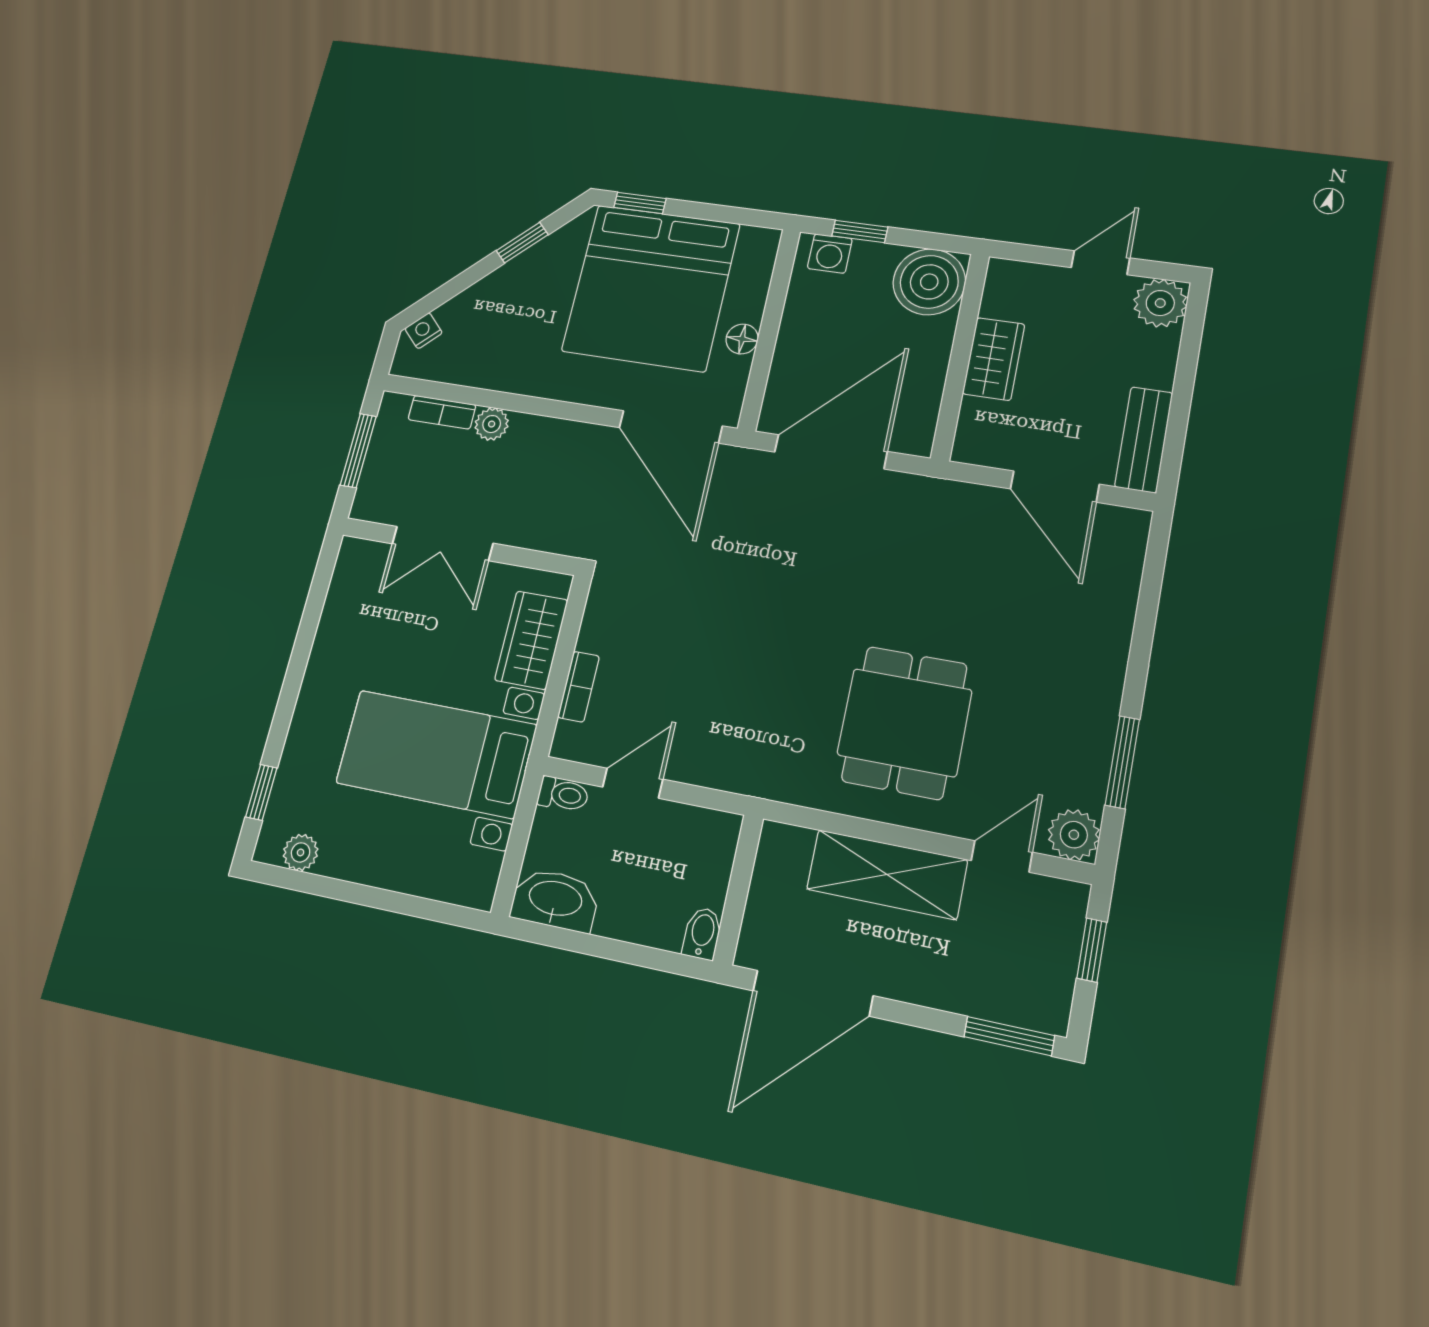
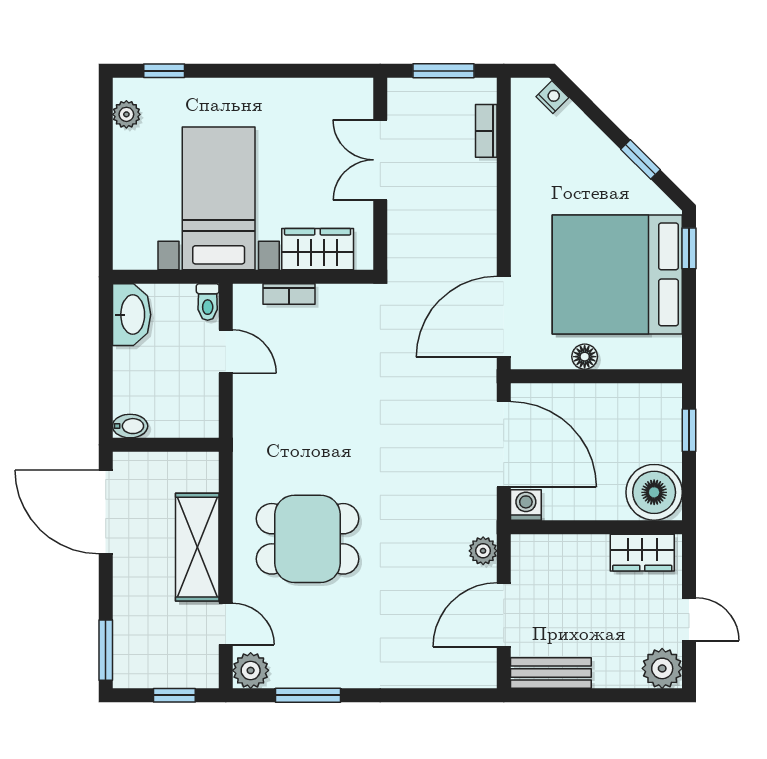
washing machine: (830, 254) -> (526, 505), moved, turned 90
wardrobe: (994, 359) -> (642, 553), moved
plant: (492, 424) -> (483, 551), moved

